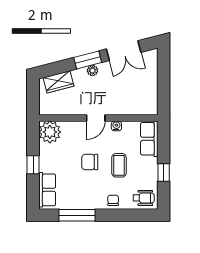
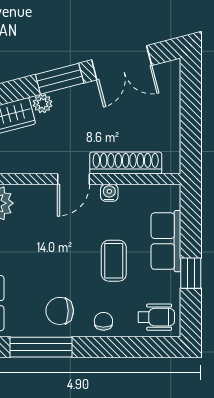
plant: (92, 71) -> (42, 103), moved
shoe rack: (126, 109) -> (126, 163), added
row of seats: (149, 139) -> (166, 241), moved
chair: (90, 162) -> (60, 311), moved

